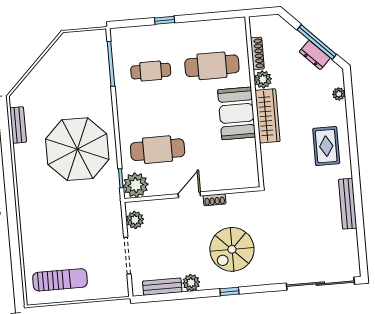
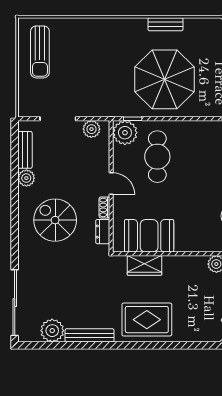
plant: (339, 94) -> (52, 331), moved, width x1.88, depth x1.88
booth: (237, 113) -> (149, 236), moved
wardrobe: (267, 116) -> (144, 265), moved, width x0.67
bench: (18, 125) -> (165, 24), moved
rug: (326, 146) -> (147, 320), width x1.36, depth x1.43
dresser: (240, 199) -> (103, 232), added
window: (230, 291) -> (15, 214), removed

